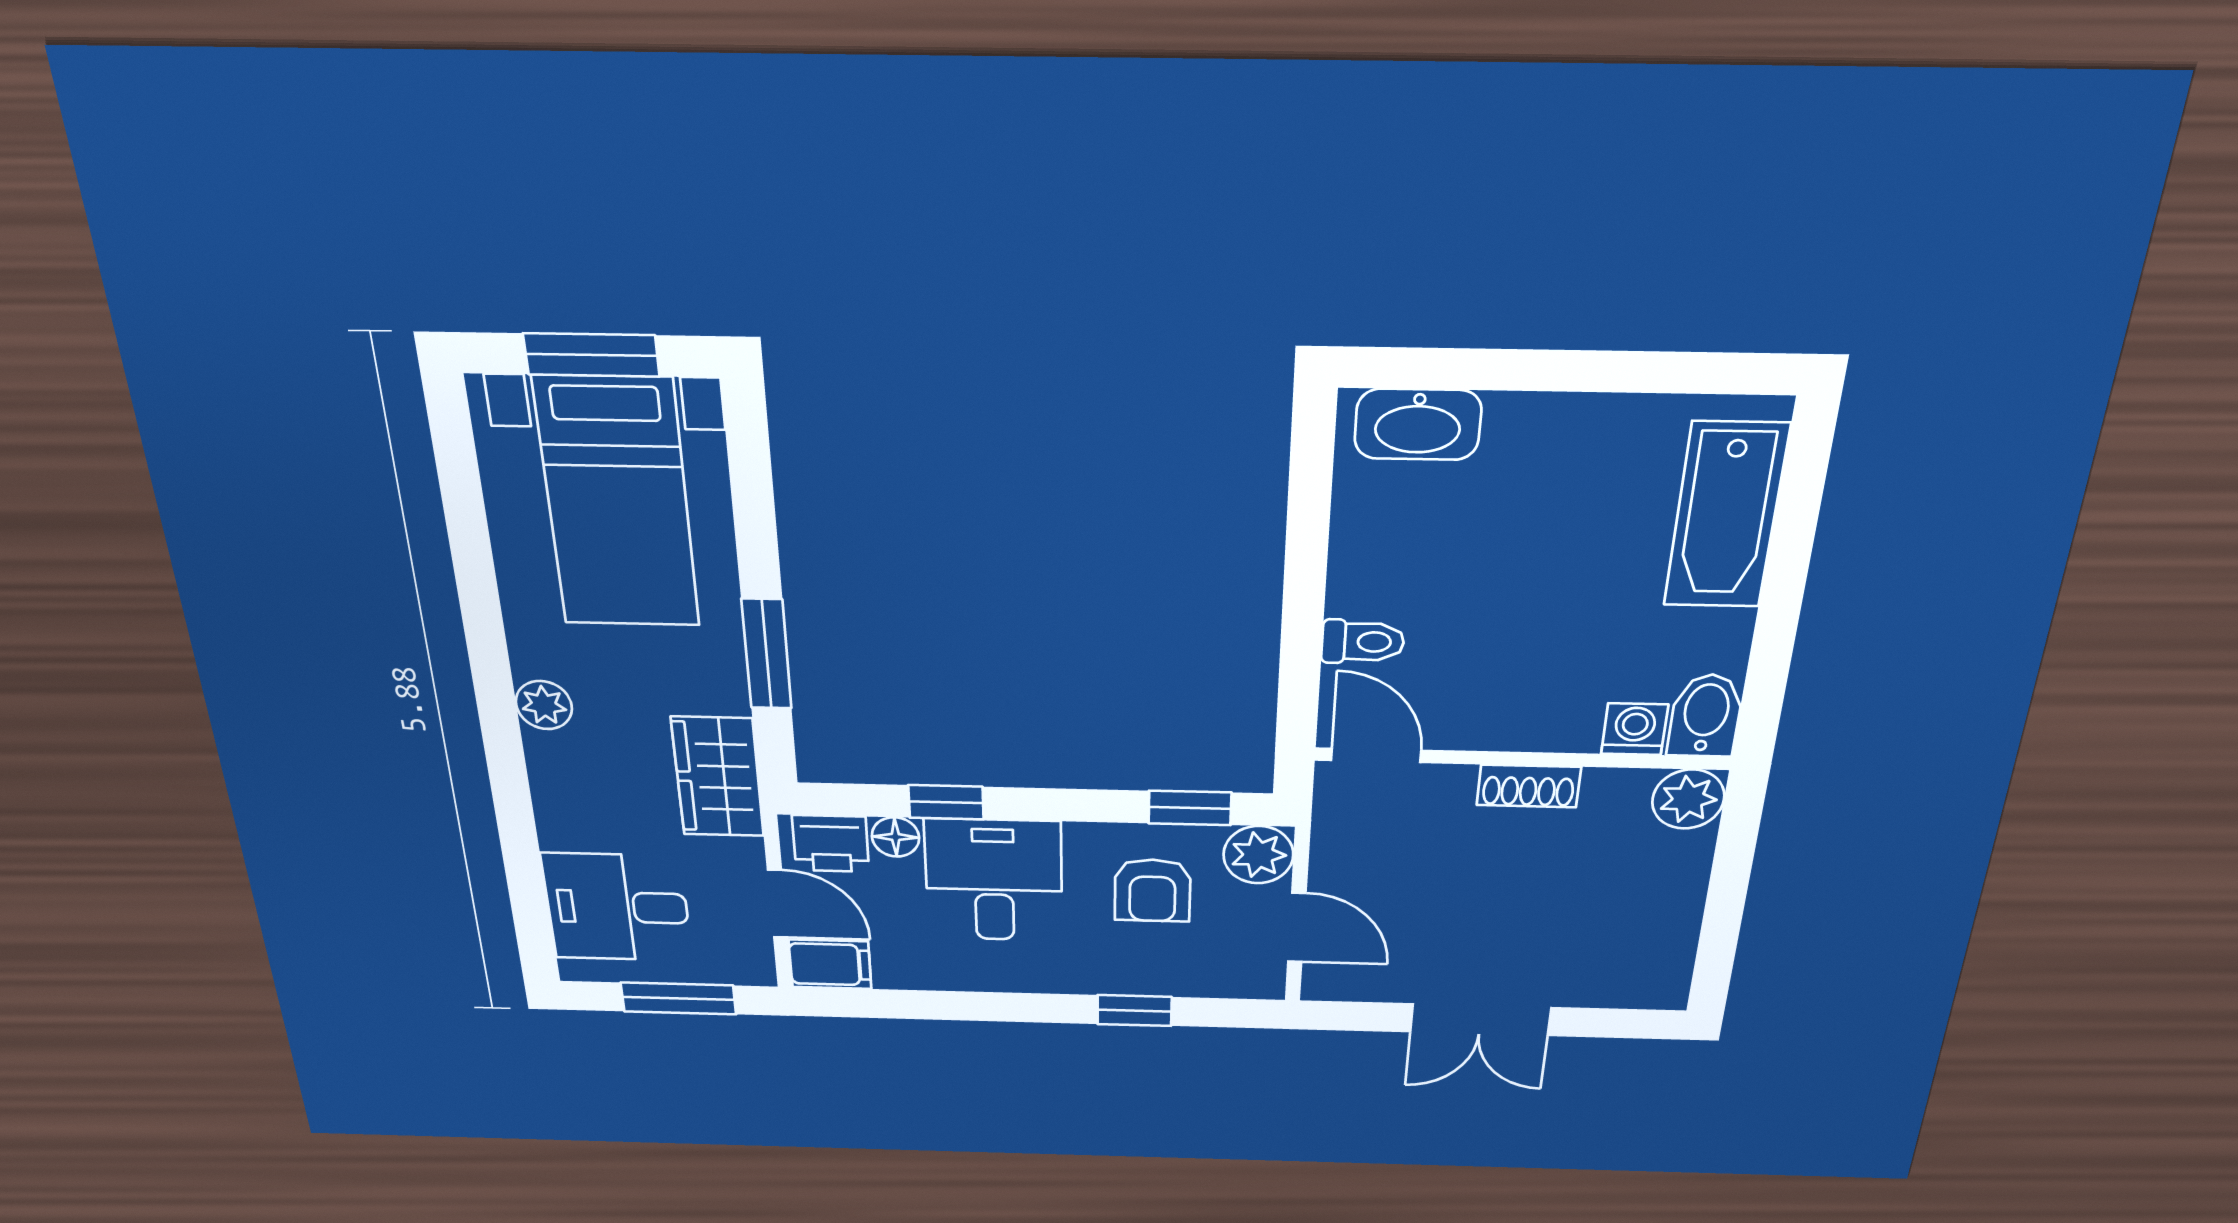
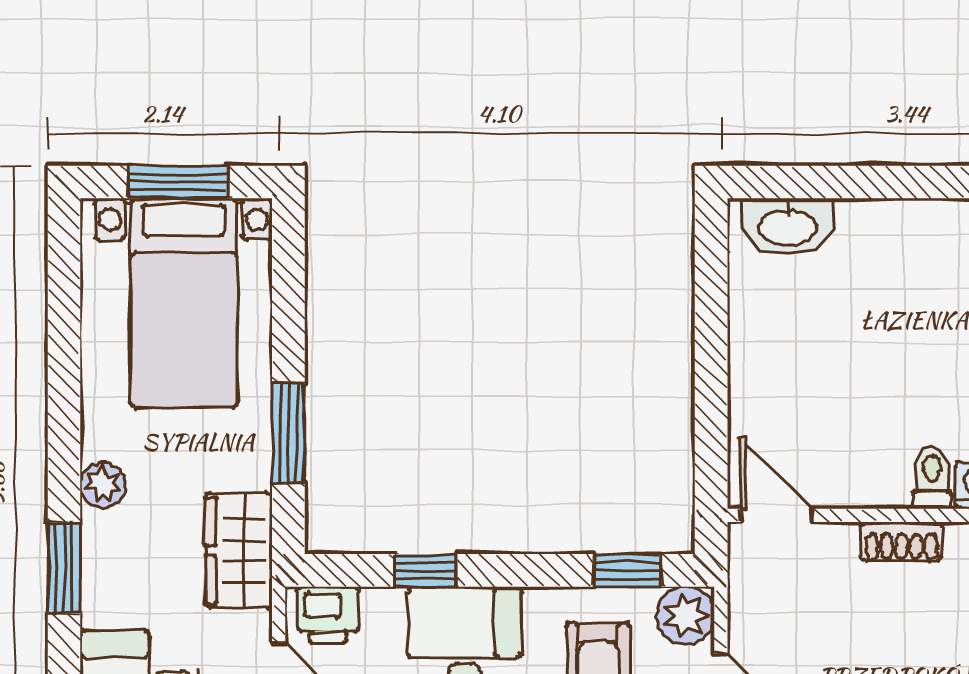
toilet: (1363, 642) -> (932, 477), moved, turned -90
window: (511, 790) -> (64, 568), added
floor lamp: (896, 837) -> (383, 606), removed

